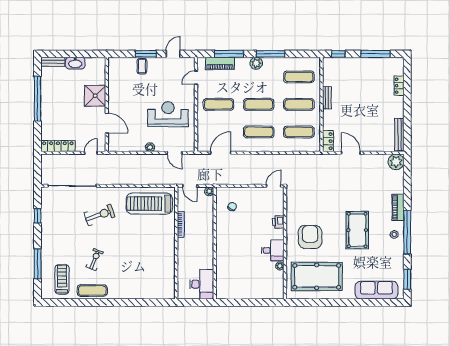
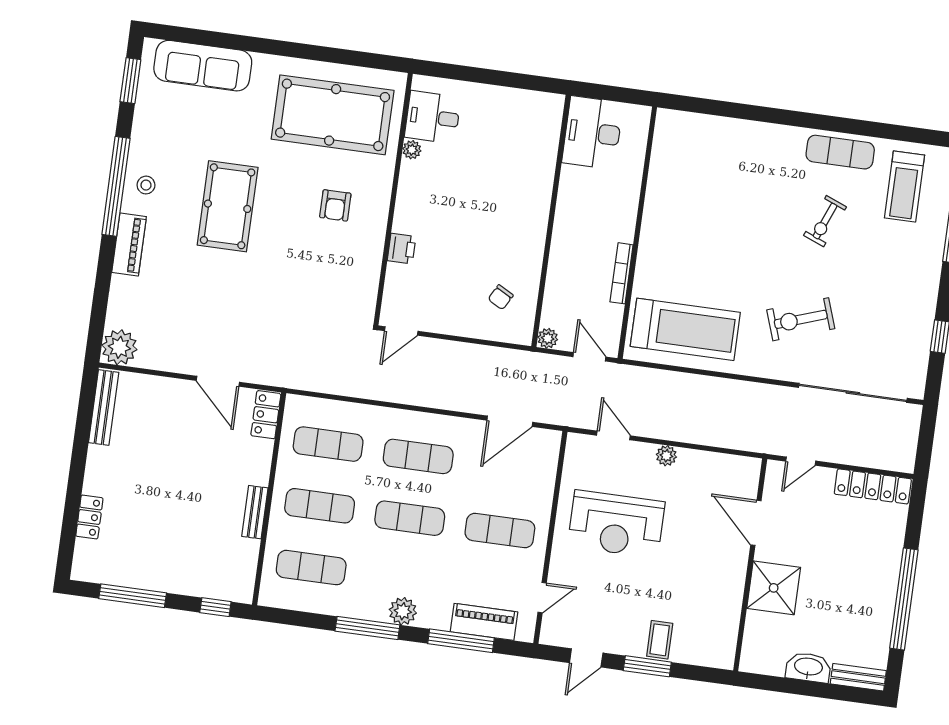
armchair: (310, 237) -> (335, 205), width x0.53, depth x0.53
desk: (273, 250) -> (433, 117), moved

